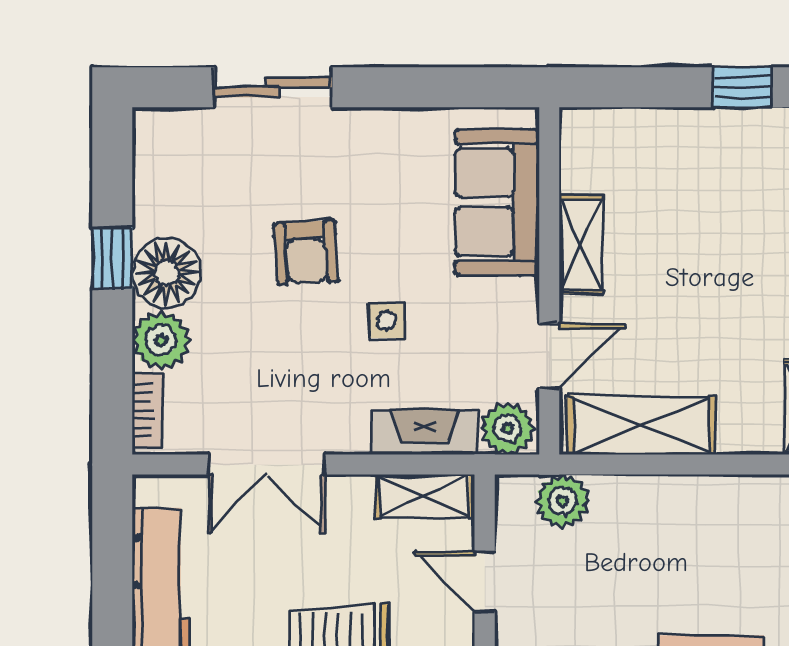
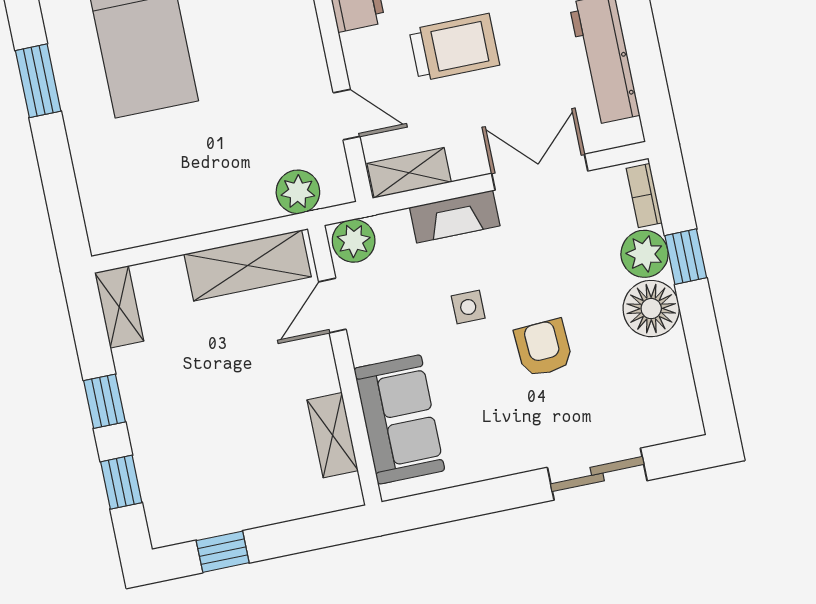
shelving: (581, 245) -> (333, 435), moved
window: (112, 258) -> (686, 257), moved
fireplace: (425, 432) -> (455, 217), moved

